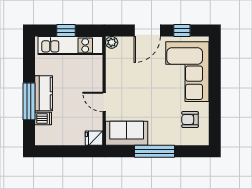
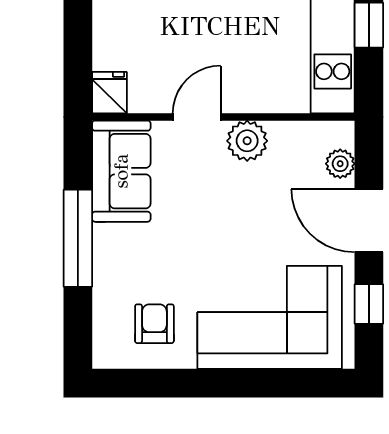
plant: (112, 42) -> (340, 164), moved
plant: (114, 81) -> (247, 141), added

